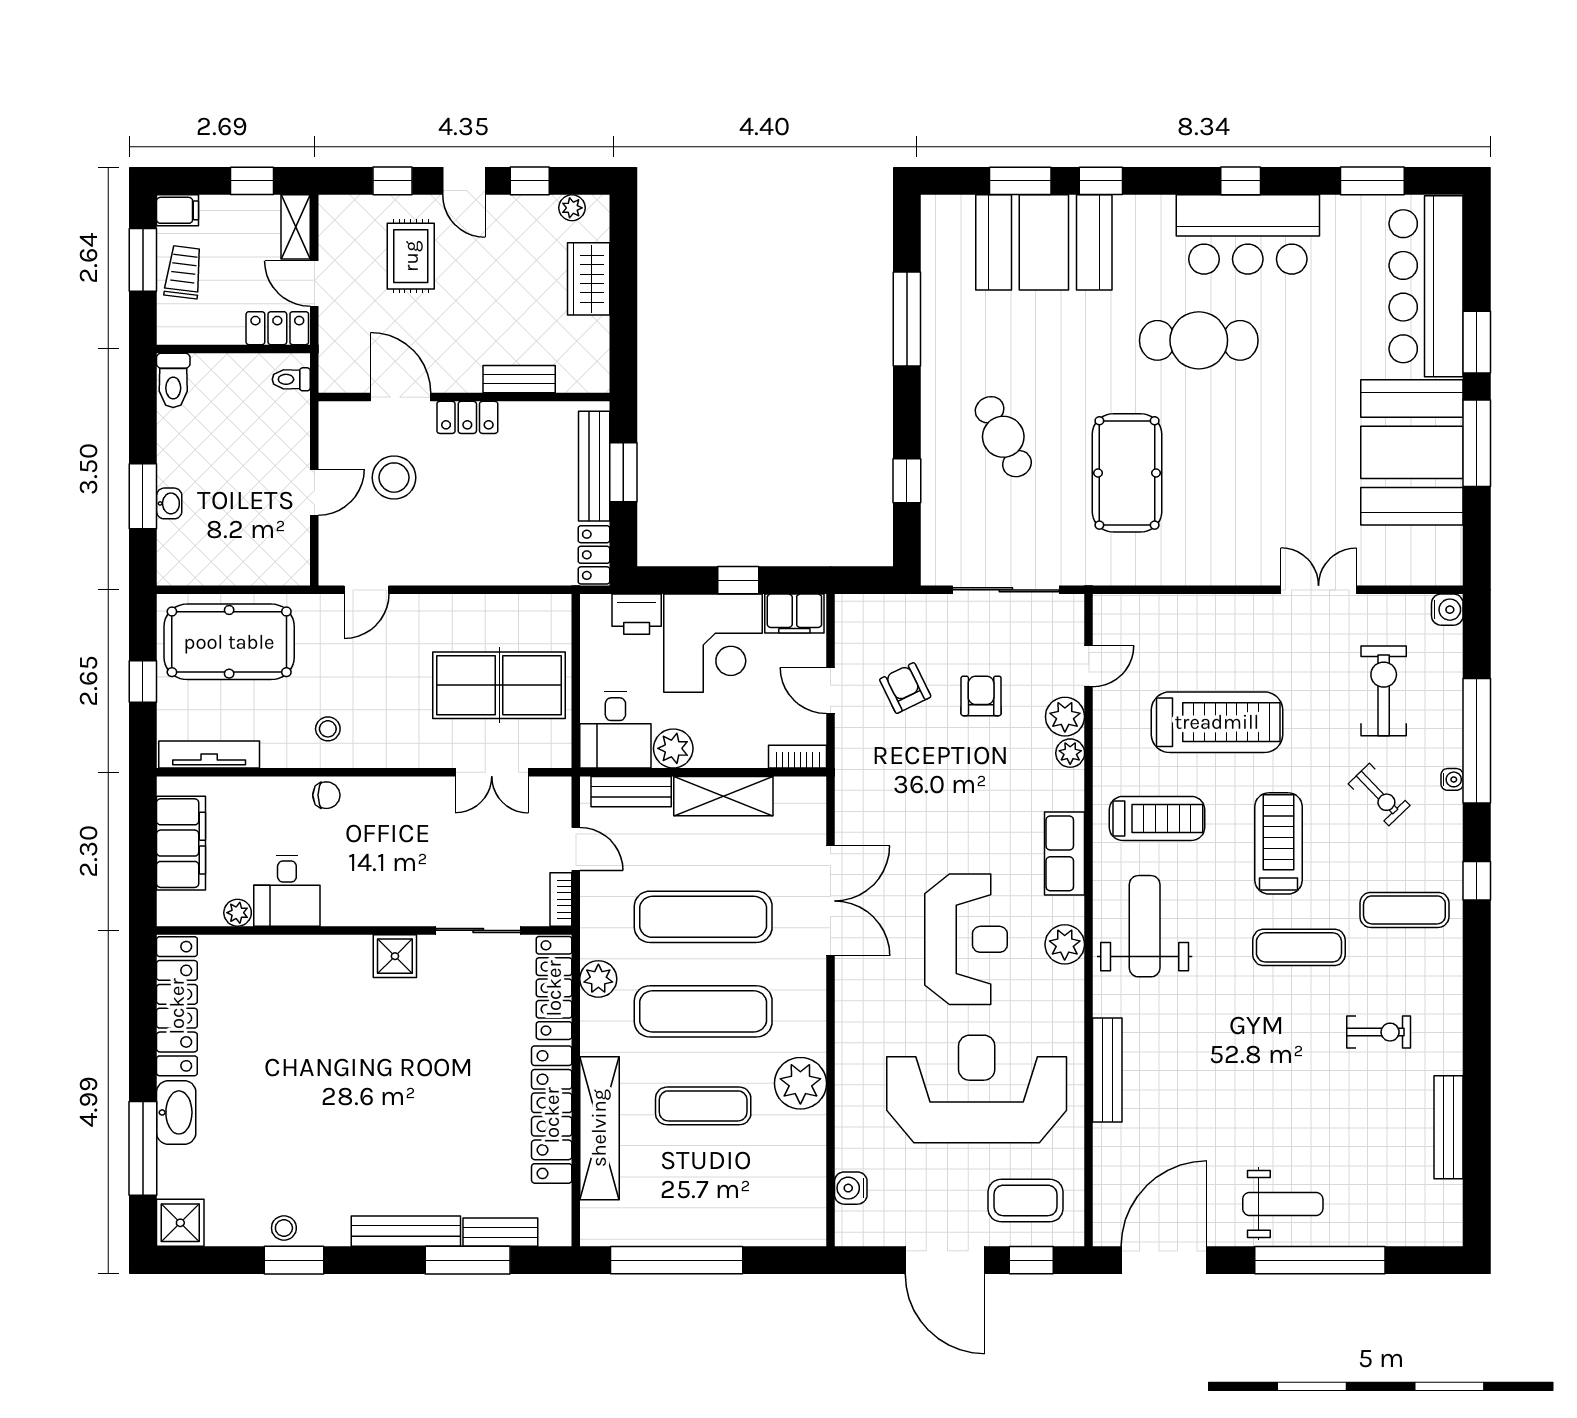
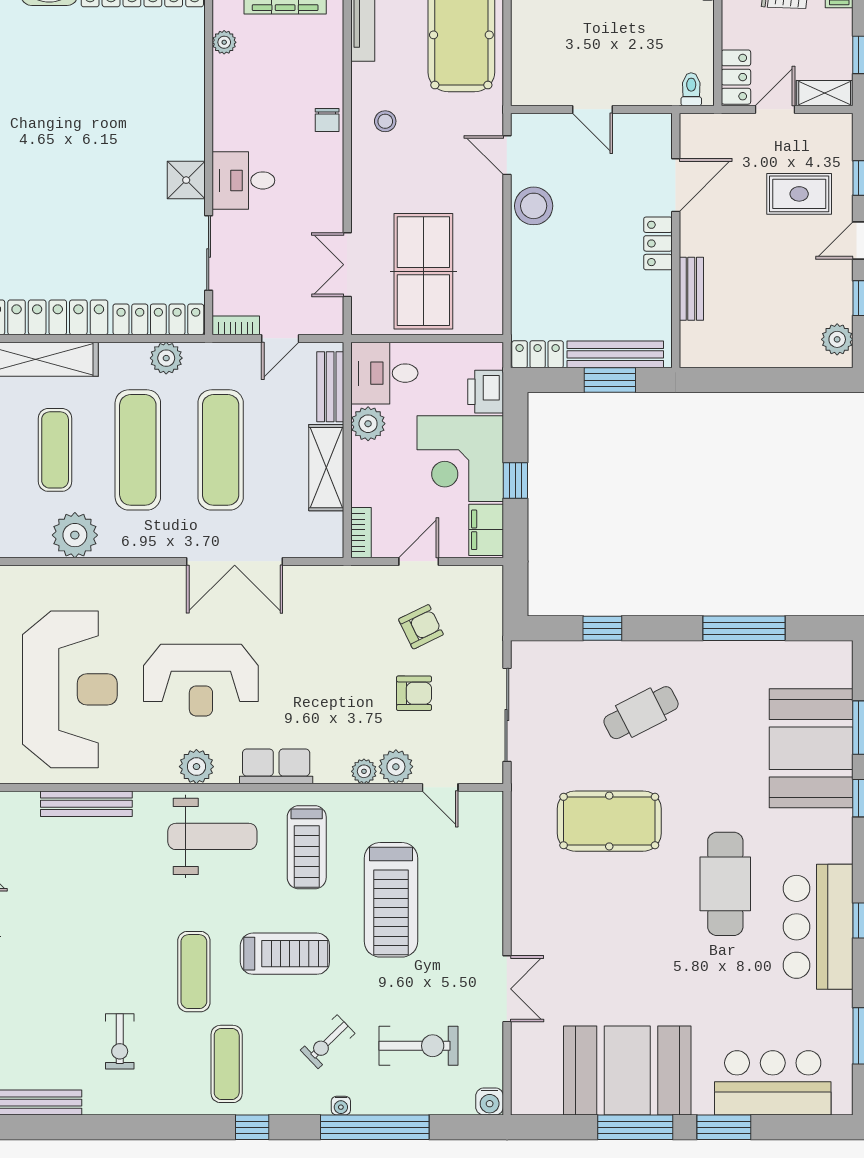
plant: (572, 208) -> (837, 339), width x1.38, depth x1.38
wardrobe: (589, 279) -> (779, 350), removed
bar counter: (1426, 286) -> (773, 1083), width x0.73
stool: (394, 478) -> (534, 206), moved
desk: (287, 891) -> (243, 180), moved

